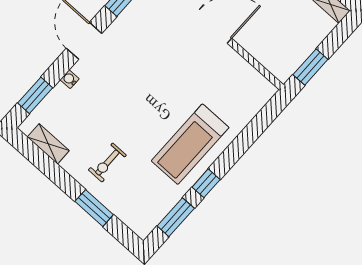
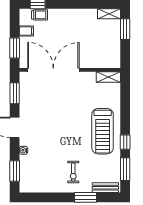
window: (310, 67) -> (125, 29), moved
shelving: (48, 144) -> (108, 77), moved
bench: (130, 218) -> (105, 188), added

